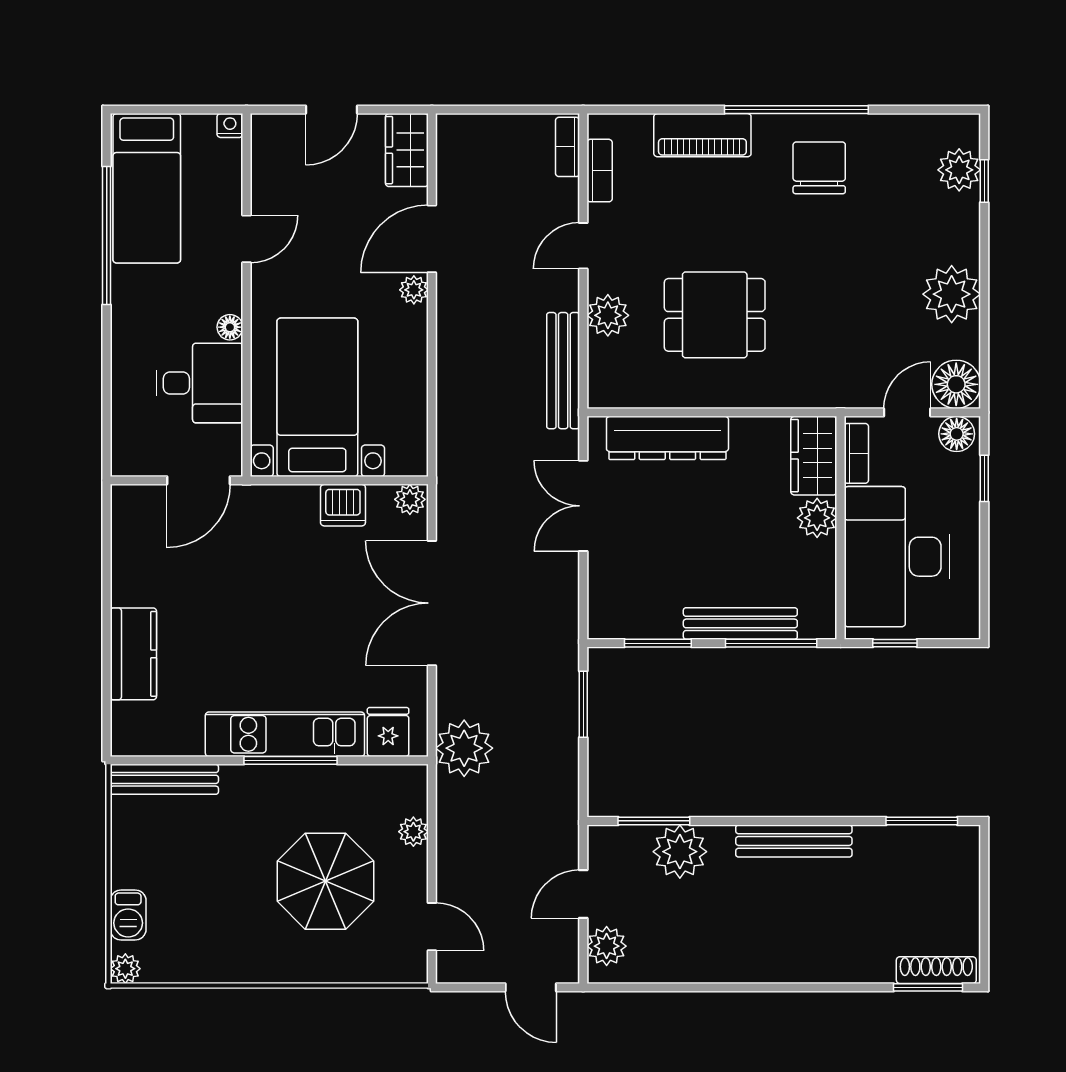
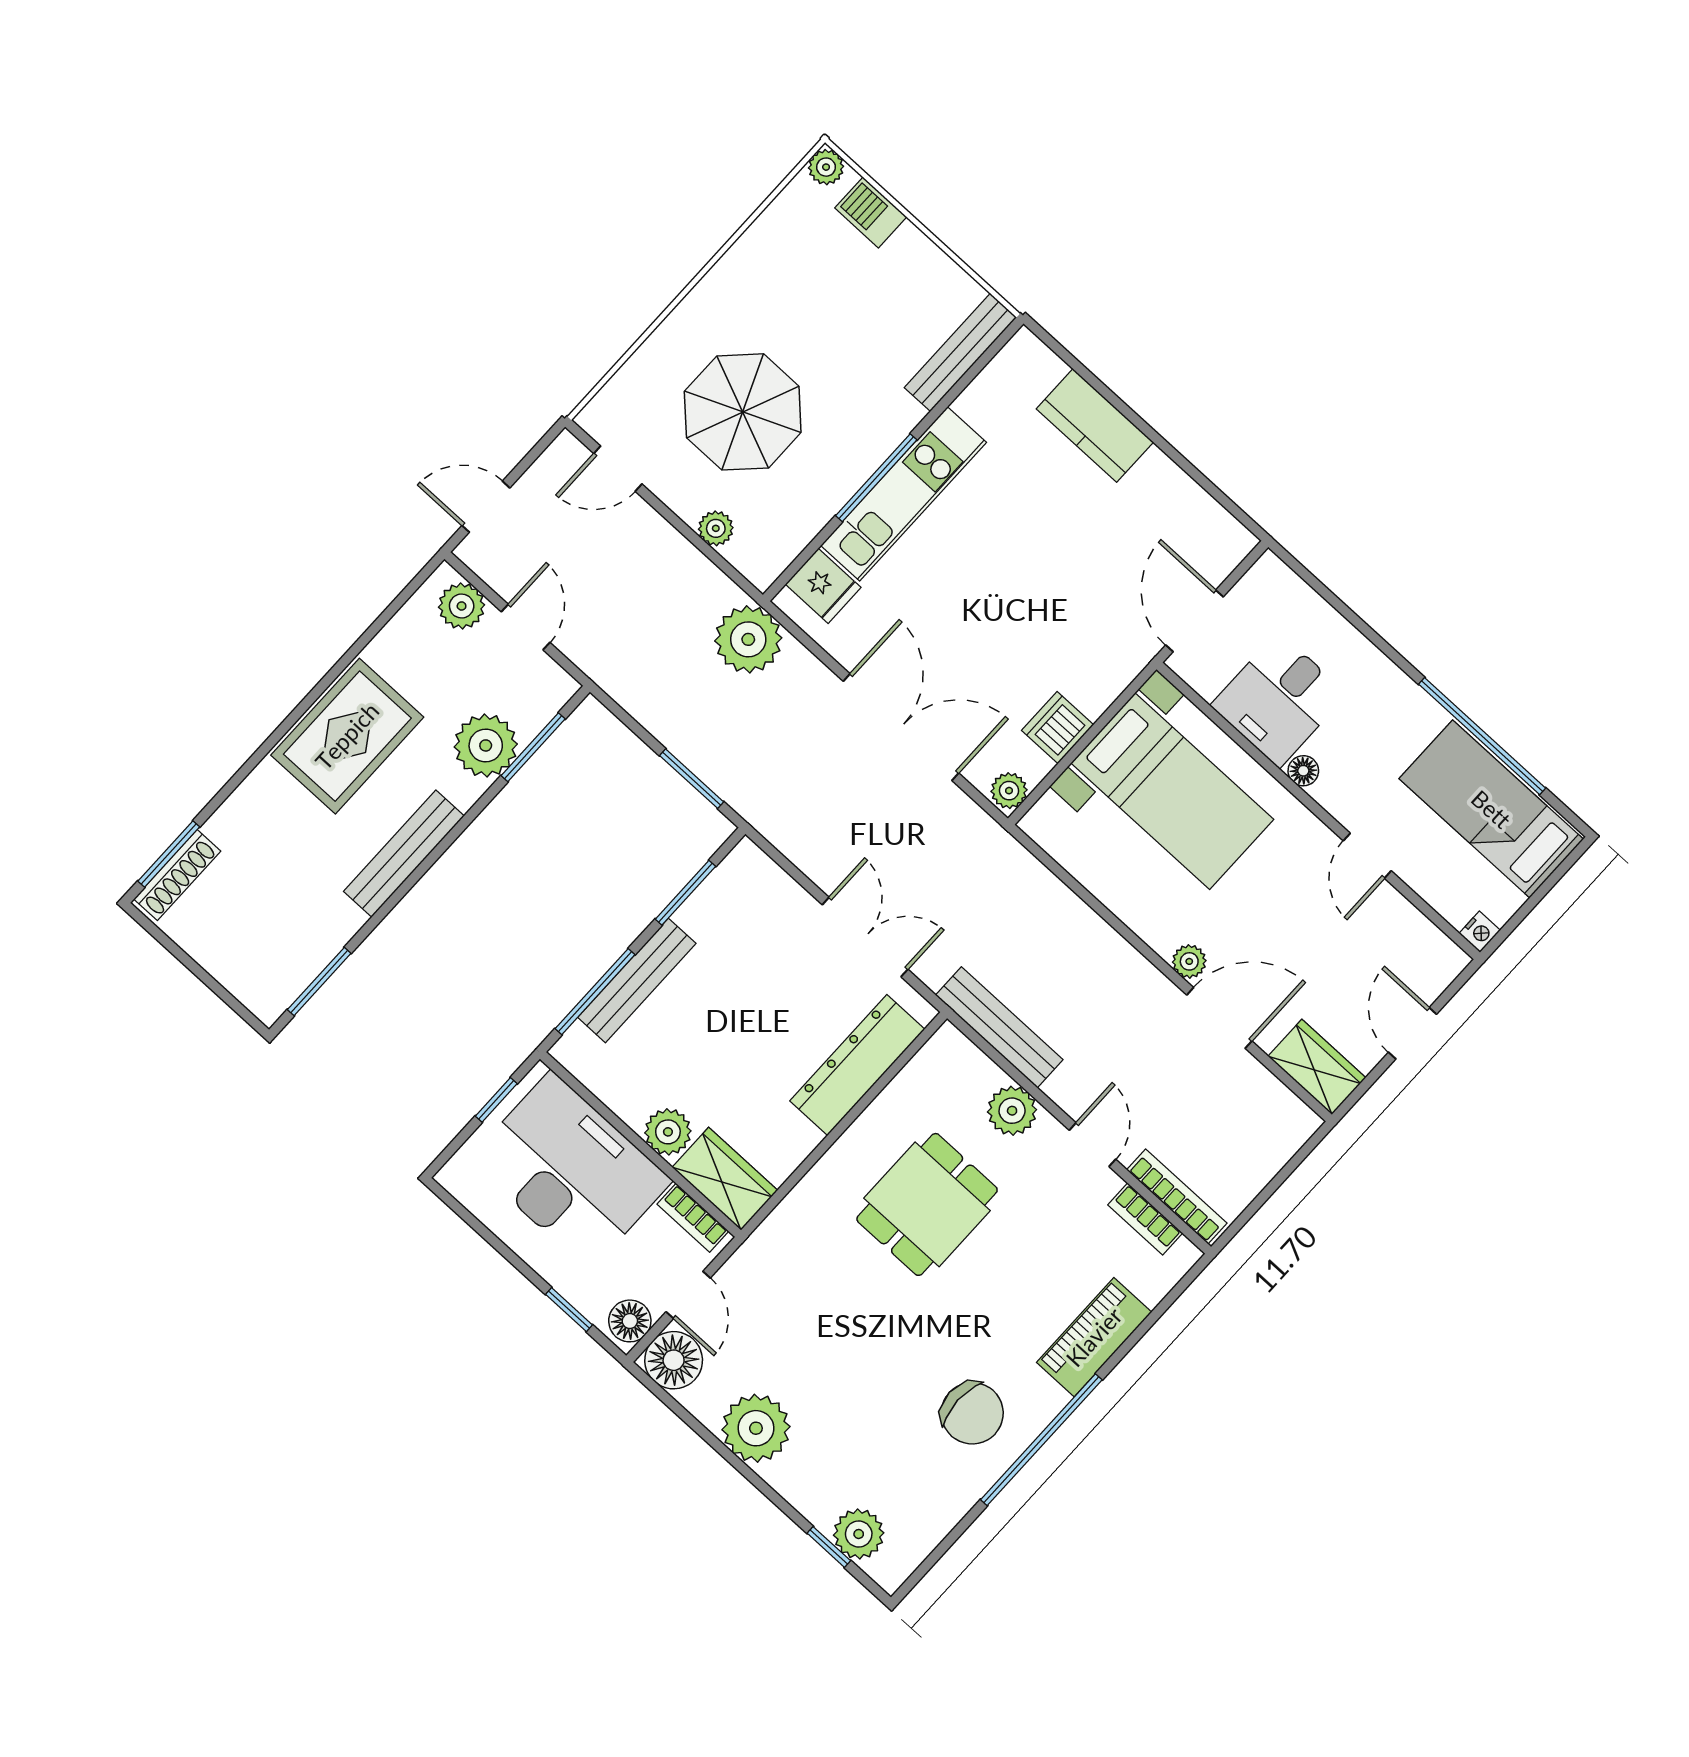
bookcase: (568, 147) -> (1177, 1196), width x1.56
door: (432, 239) -> (1219, 1018), hinge flipped
rug: (753, 943) -> (347, 736), added

